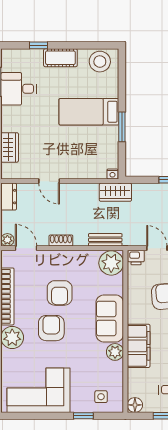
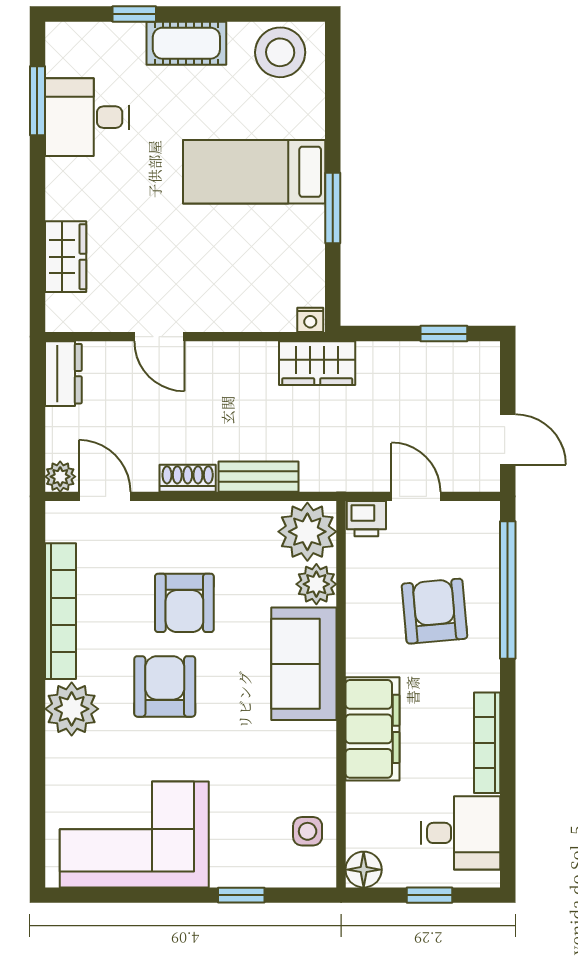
bench: (105, 240) -> (259, 477), moved
plant: (115, 352) -> (316, 584), moved
side table: (101, 397) -> (308, 831), moved

